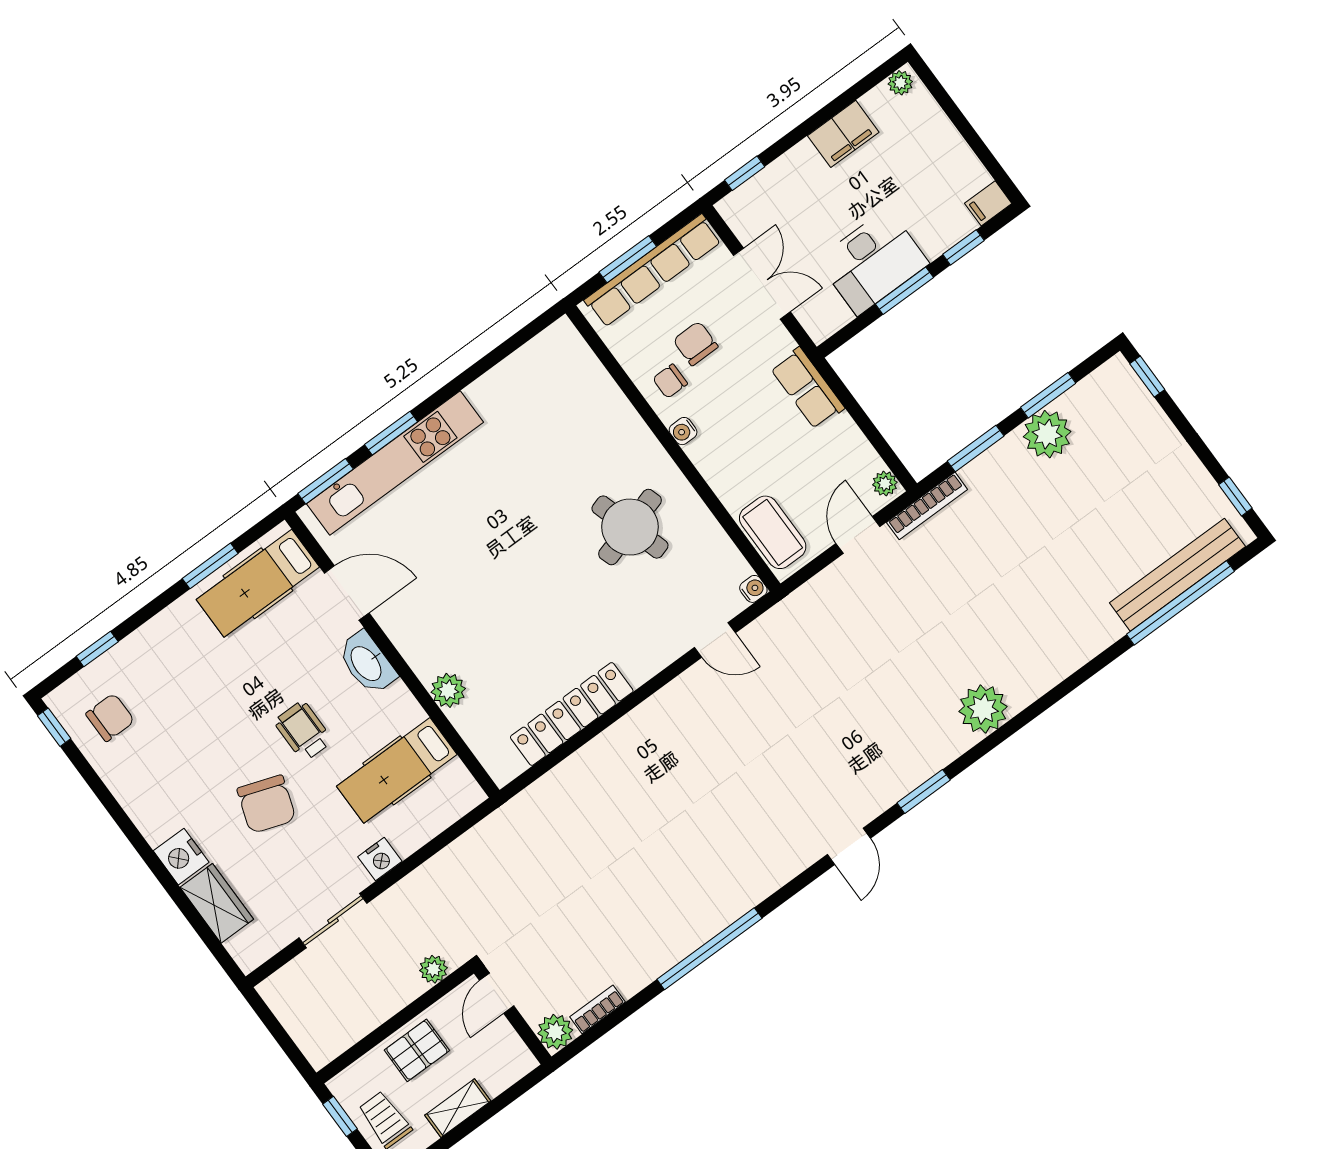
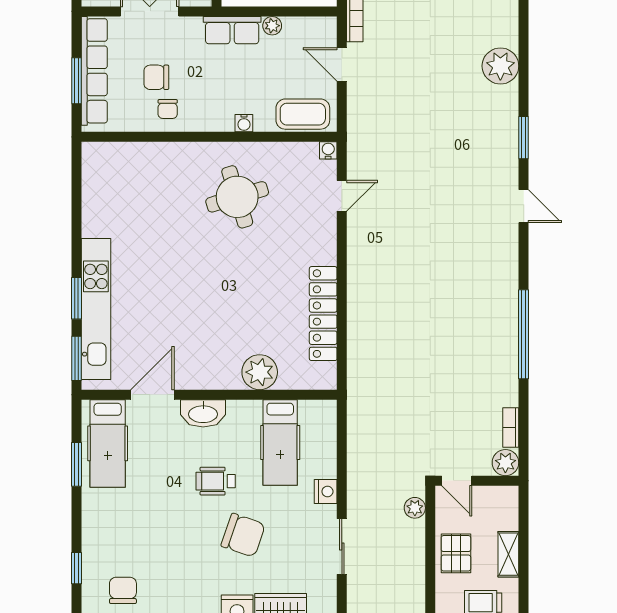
water cooler: (683, 431) -> (244, 123), moved
plant: (885, 484) -> (272, 26), moved
plant: (448, 690) -> (260, 372), width x1.36, depth x1.36

